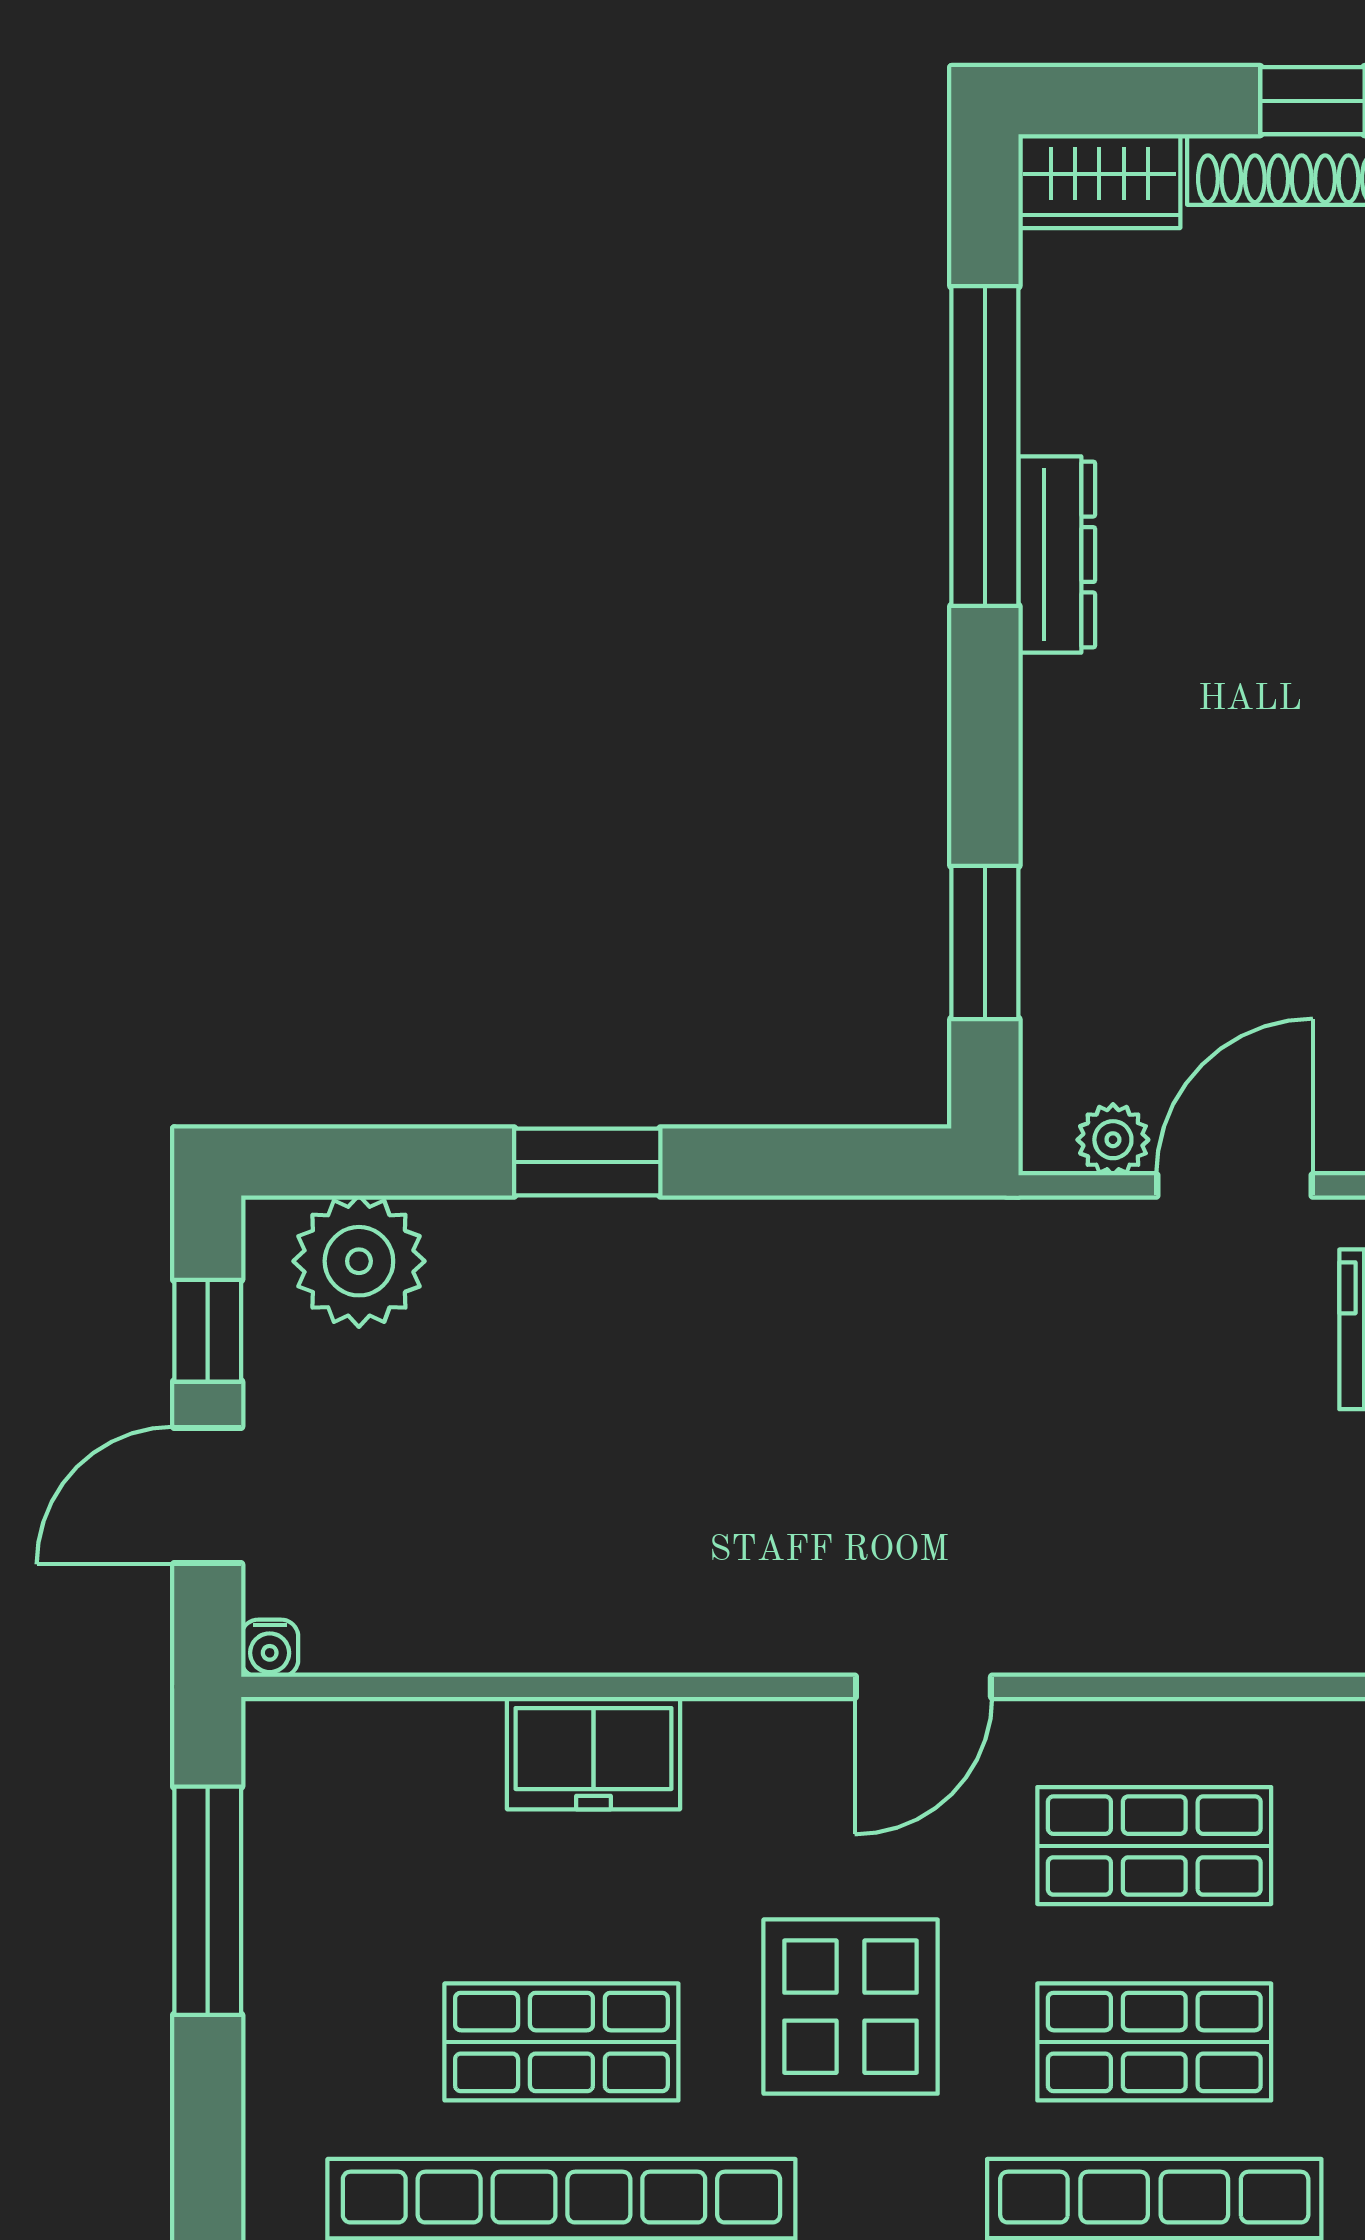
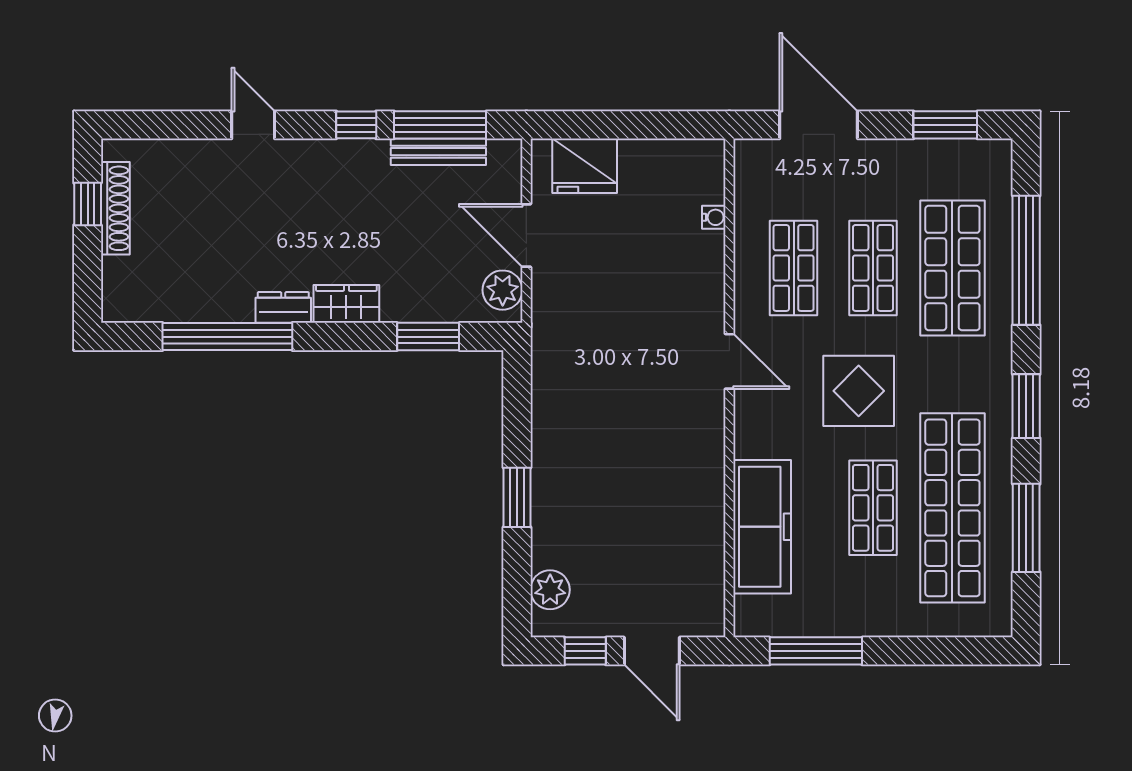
wardrobe: (1099, 181) -> (346, 304), moved, turned -90
dresser: (1057, 555) -> (283, 307), width x0.70
plant: (1113, 1140) -> (503, 290), width x1.38, depth x1.38
plant: (359, 1261) -> (550, 590), width x0.73, depth x0.73
water cooler: (270, 1648) -> (714, 217), moved
freezer: (594, 1753) -> (762, 527), width x1.91, depth x1.26

